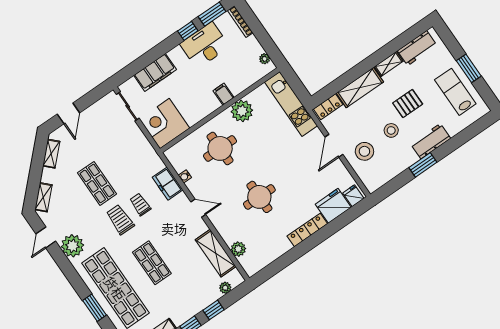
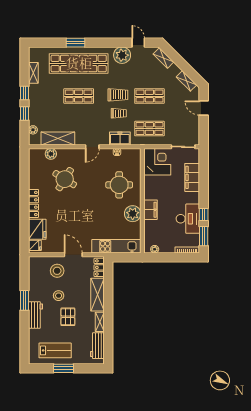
filing cabinet: (224, 94) -> (151, 210), width x2.00
shop shelf: (133, 158) -> (149, 129), added
round table: (259, 197) -> (65, 179), moved, turned 32

